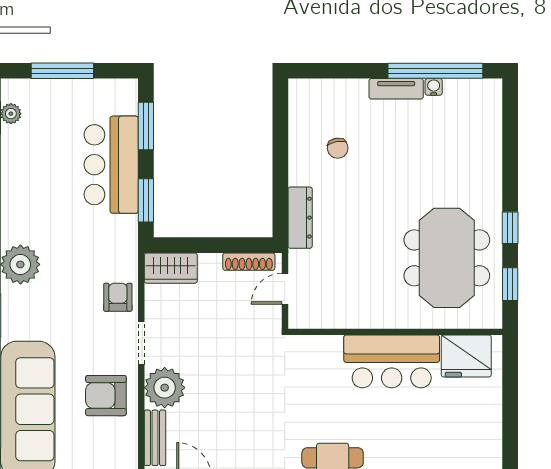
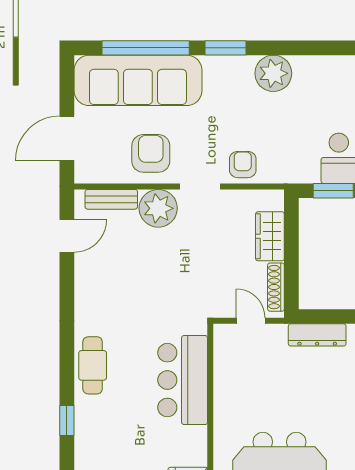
wardrobe: (171, 268) -> (270, 236), moved
armchair: (118, 297) -> (243, 165), turned -90
bar counter: (392, 361) -> (183, 380), moved

